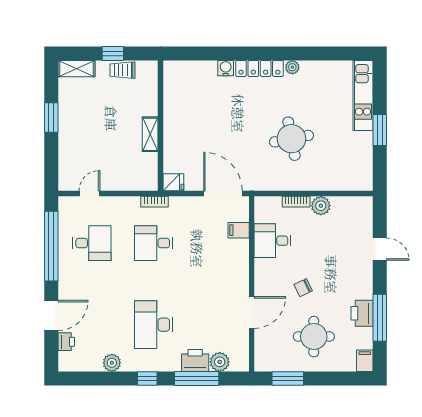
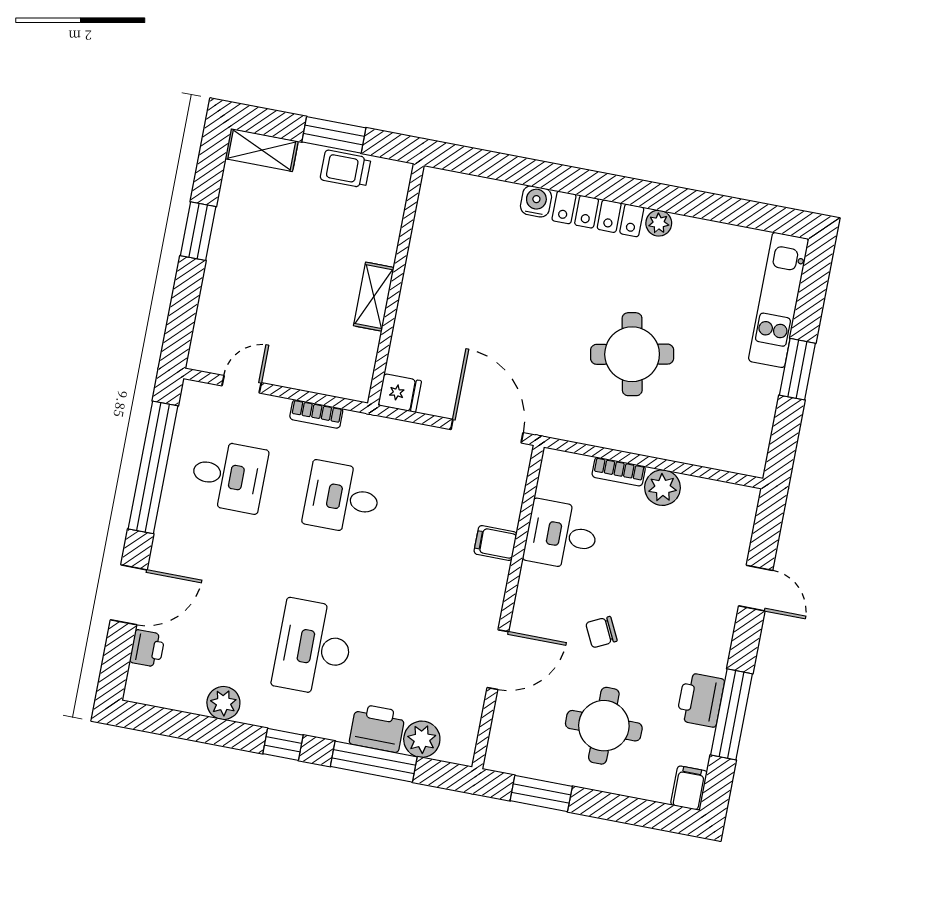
window: (113, 53) -> (334, 135), width x1.50
bookcase: (155, 202) -> (316, 414), moved
filing cabinet: (239, 230) -> (495, 543), moved

